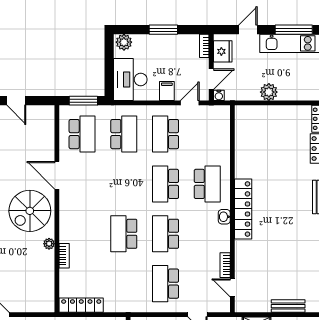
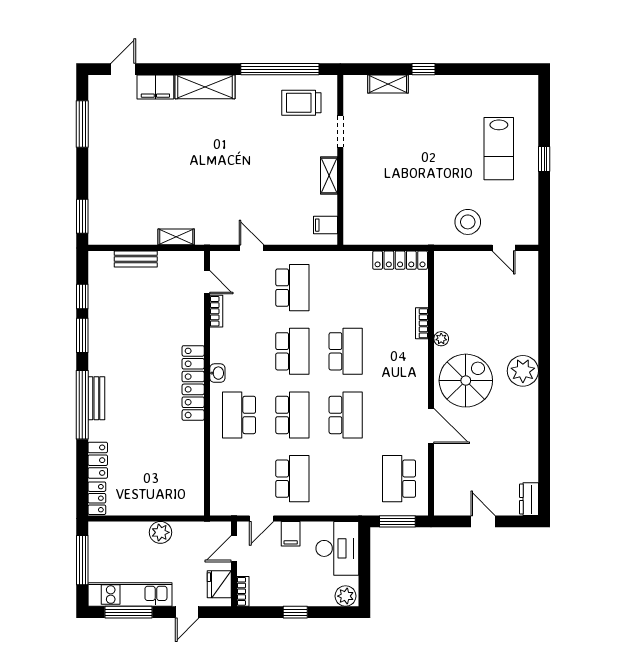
window: (163, 30) -> (295, 612), width x0.67
water cooler: (219, 95) -> (224, 528), removed
school desk: (124, 134) -> (346, 415), moved, turned 180

